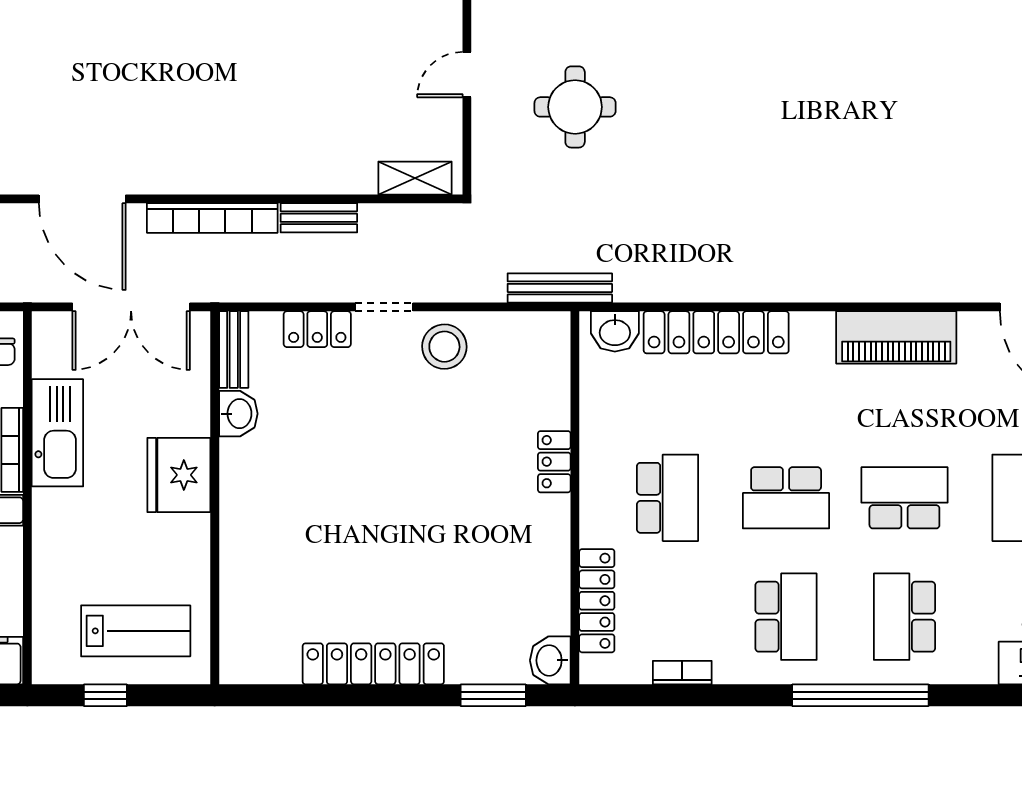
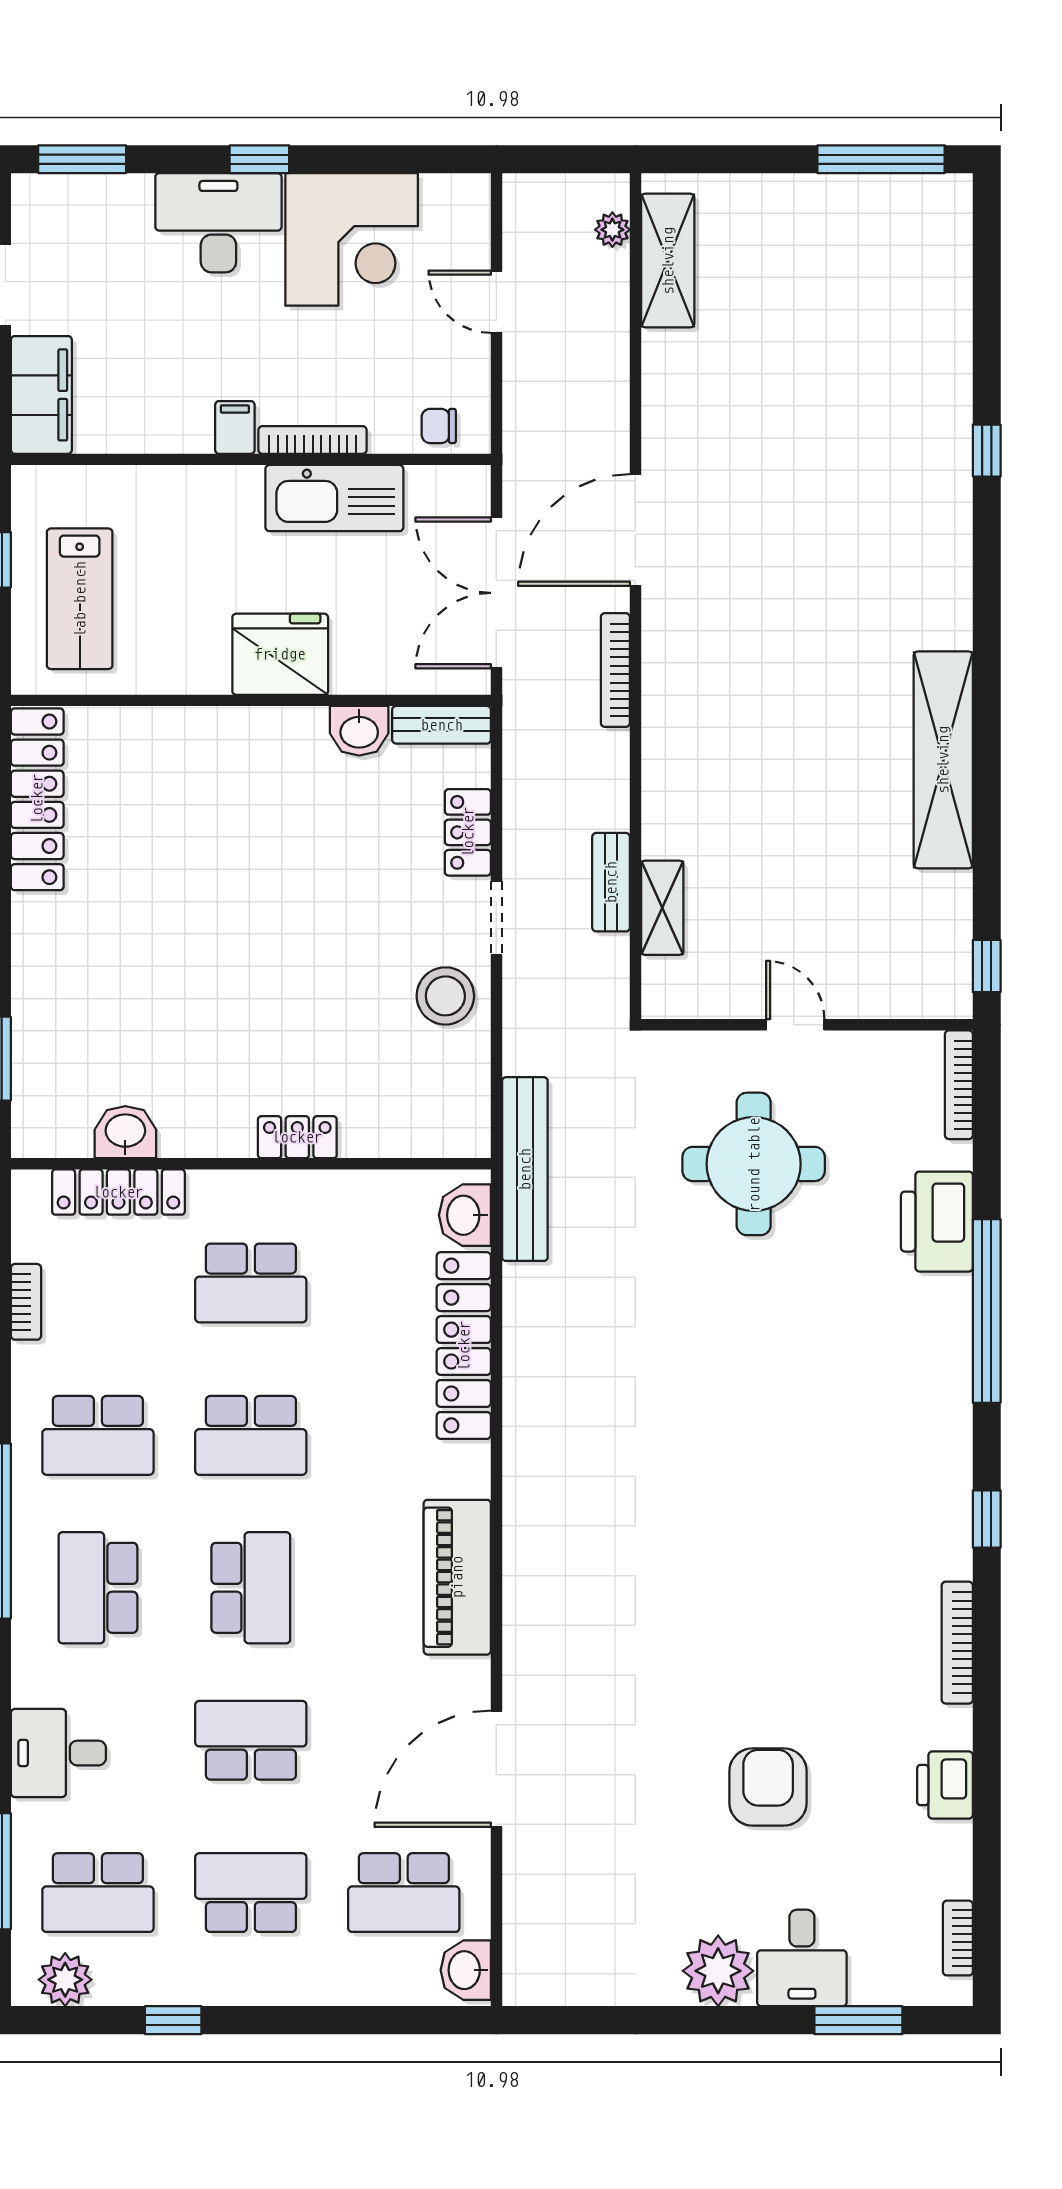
round table: (575, 107) -> (754, 1164), width x1.36, depth x1.36
shelving: (415, 178) -> (662, 908), moved
bookcase: (212, 218) -> (615, 670), width x0.68, depth x0.76
bench: (319, 218) -> (611, 882), moved
bench: (560, 288) -> (525, 1169), width x1.37, depth x1.21
school desk: (786, 498) -> (251, 1435), turned -90
school desk: (904, 617) -> (98, 1588), turned -90
washbasin: (550, 660) -> (125, 1132), moved
locker: (373, 664) -> (37, 799), moved

